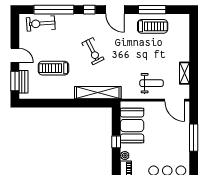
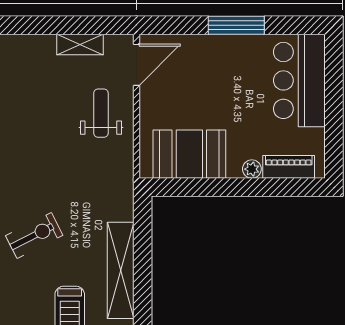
shelving: (98, 93) -> (121, 270), moved
window: (194, 138) -> (236, 25), moved
window: (116, 142) -> (223, 187), removed

